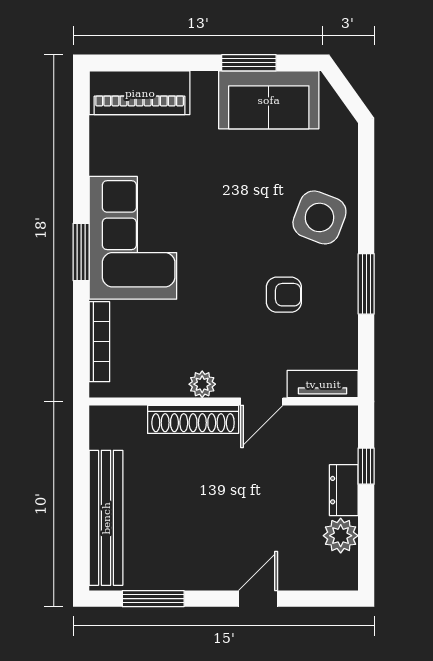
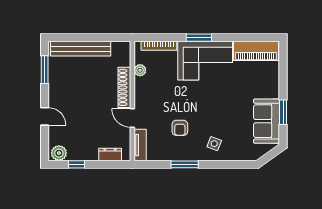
piano: (140, 93) -> (256, 51), moved, turned -90
side table: (319, 217) -> (214, 144), width x0.54, depth x0.54
plant: (202, 384) -> (140, 70), moved
window: (366, 466) -> (76, 164), moved
dresser: (344, 490) -> (110, 154), moved
plant: (341, 536) -> (59, 153), moved

